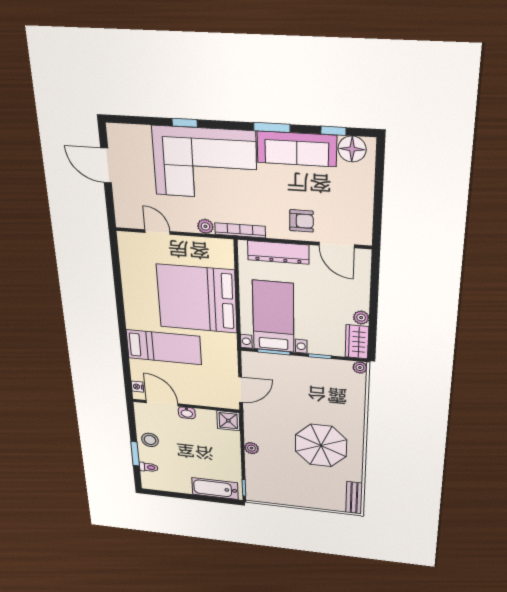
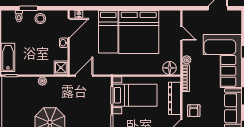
door: (158, 232) -> (181, 33), hinge flipped
floor lamp: (222, 256) -> (170, 68), added
bed: (197, 299) -> (139, 32), moved, turned 180
door: (241, 390) -> (84, 76), swing flipped

